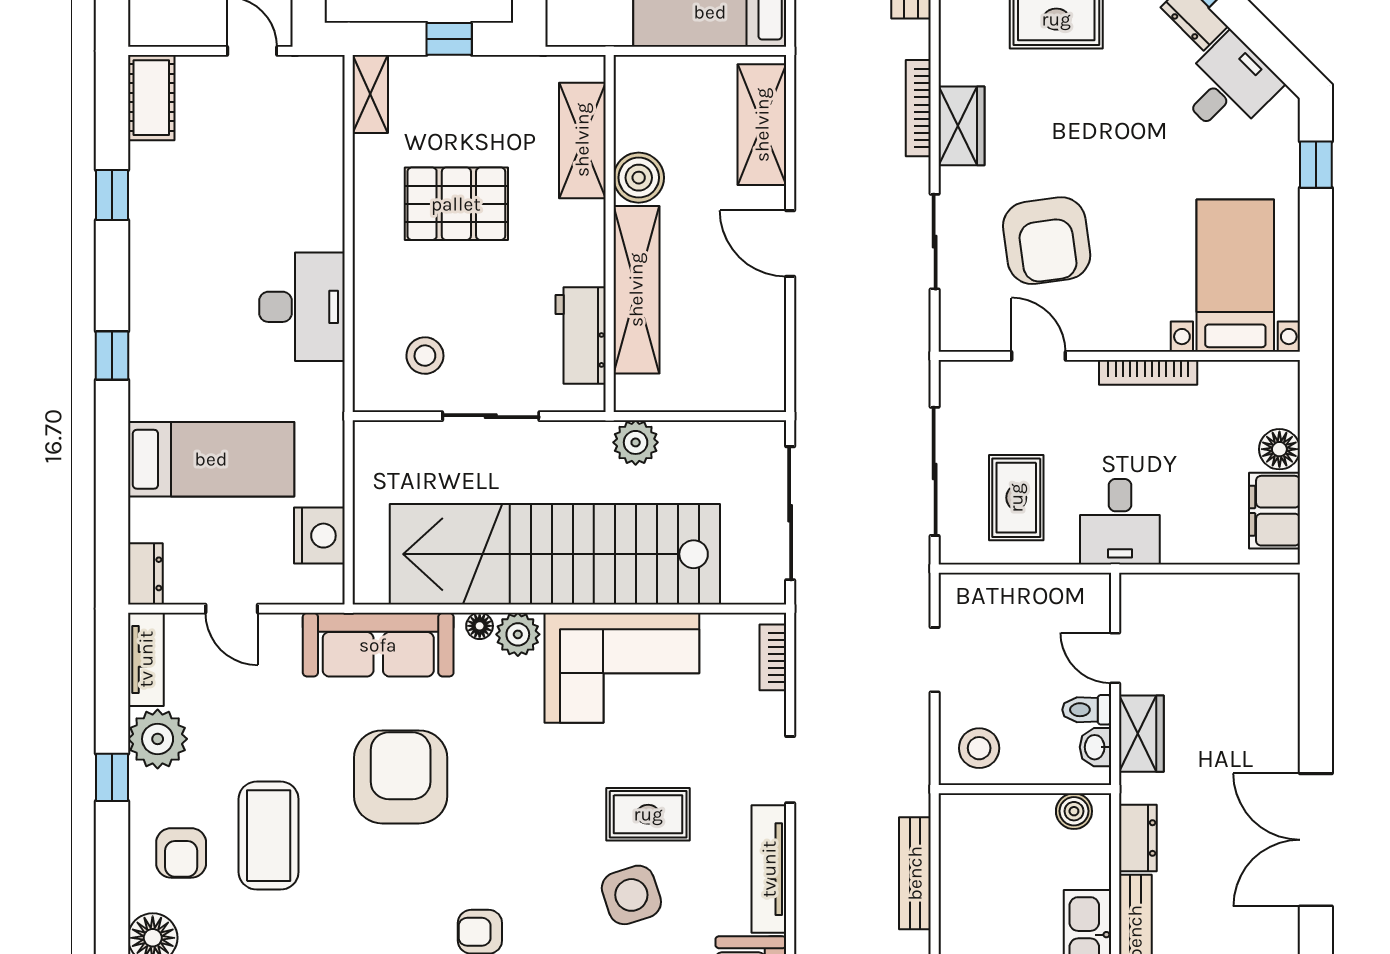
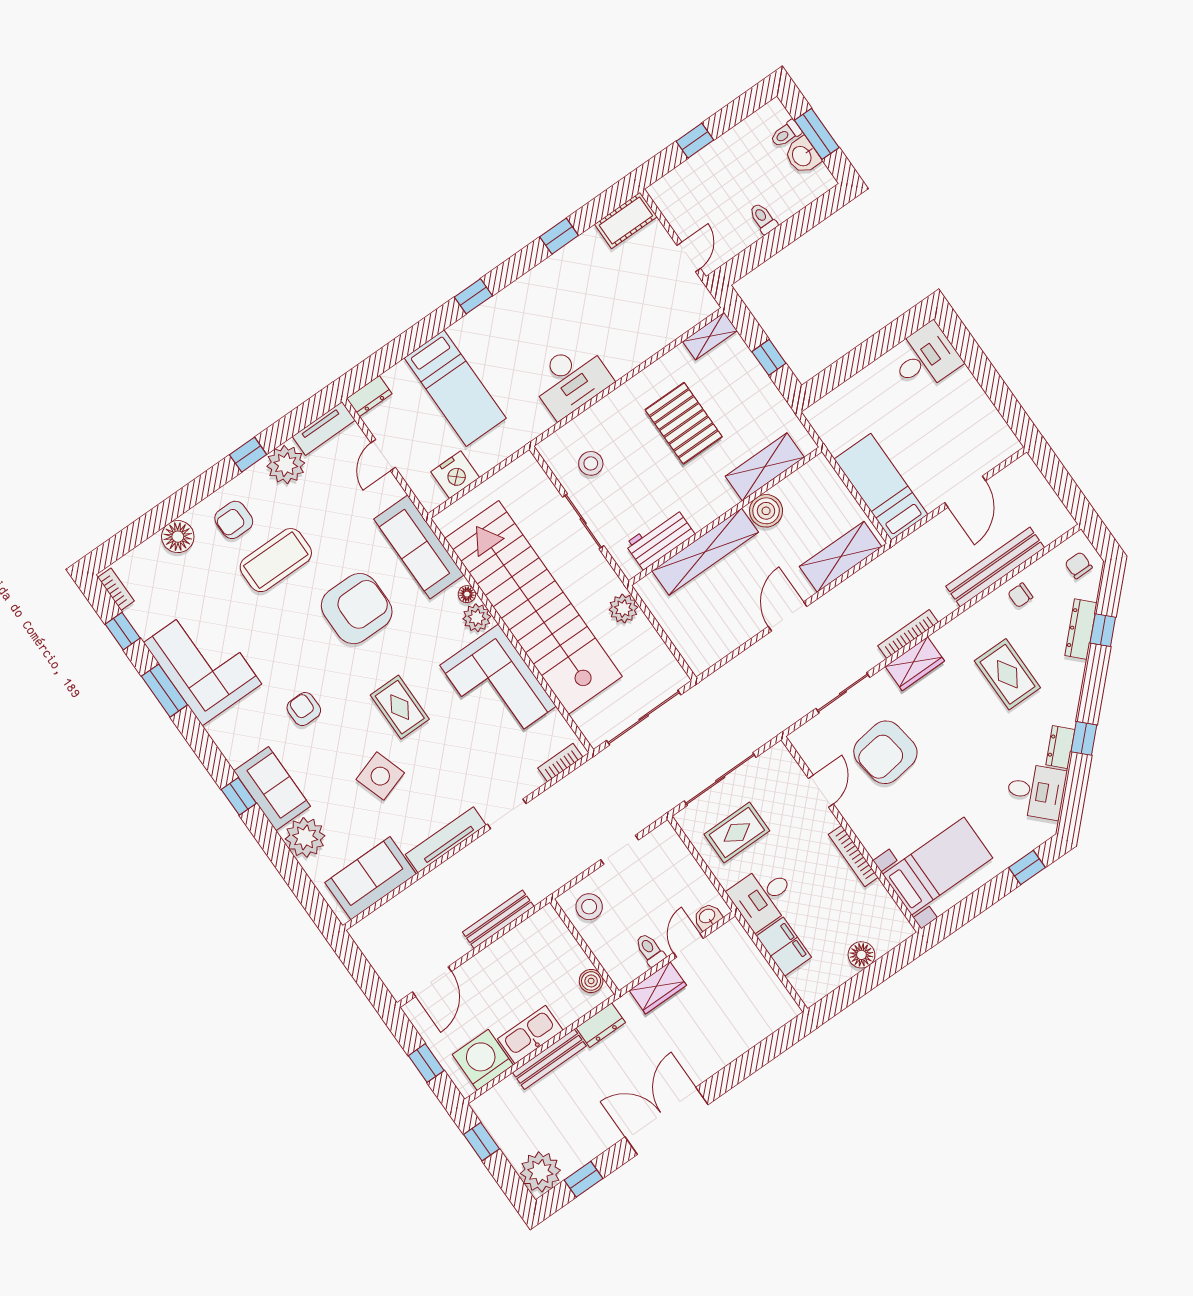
filing cabinet: (1274, 511) -> (784, 947), moved, turned 90
washbasin: (1096, 747) -> (707, 916), moved
rug: (648, 814) -> (400, 707), moved

